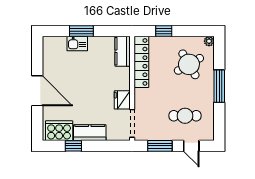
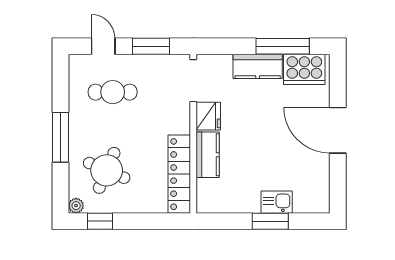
window: (164, 31) -> (100, 221), moved
kitchen counter: (123, 51) -> (208, 155), moved
round table: (189, 64) -> (107, 170), turned -37
window: (73, 146) -> (283, 46), width x2.17

